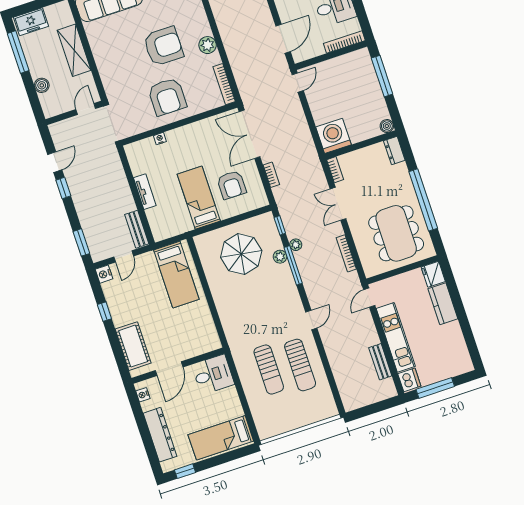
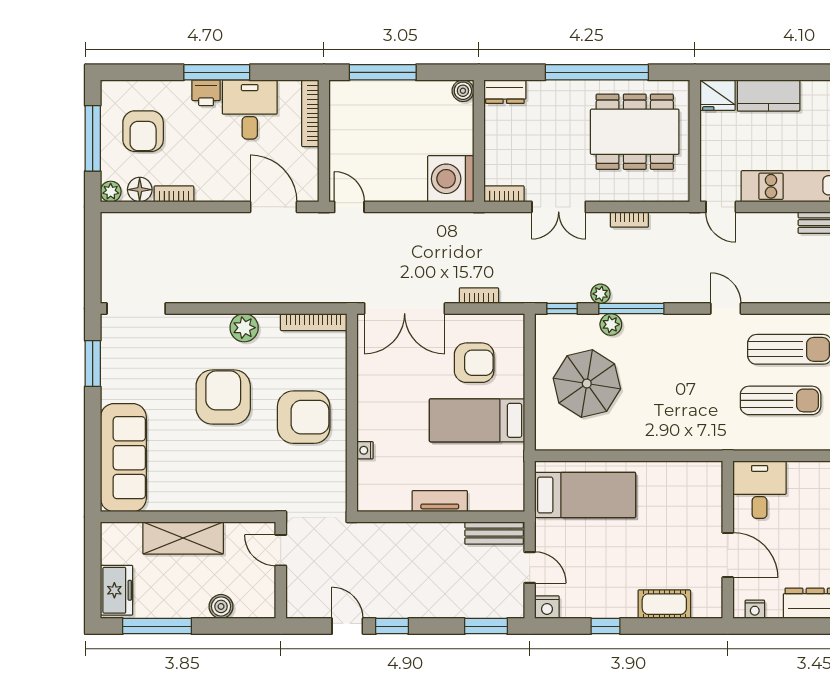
bookcase: (346, 253) -> (629, 220), width x0.64
cot: (133, 346) -> (664, 604), width x0.73, depth x0.75

